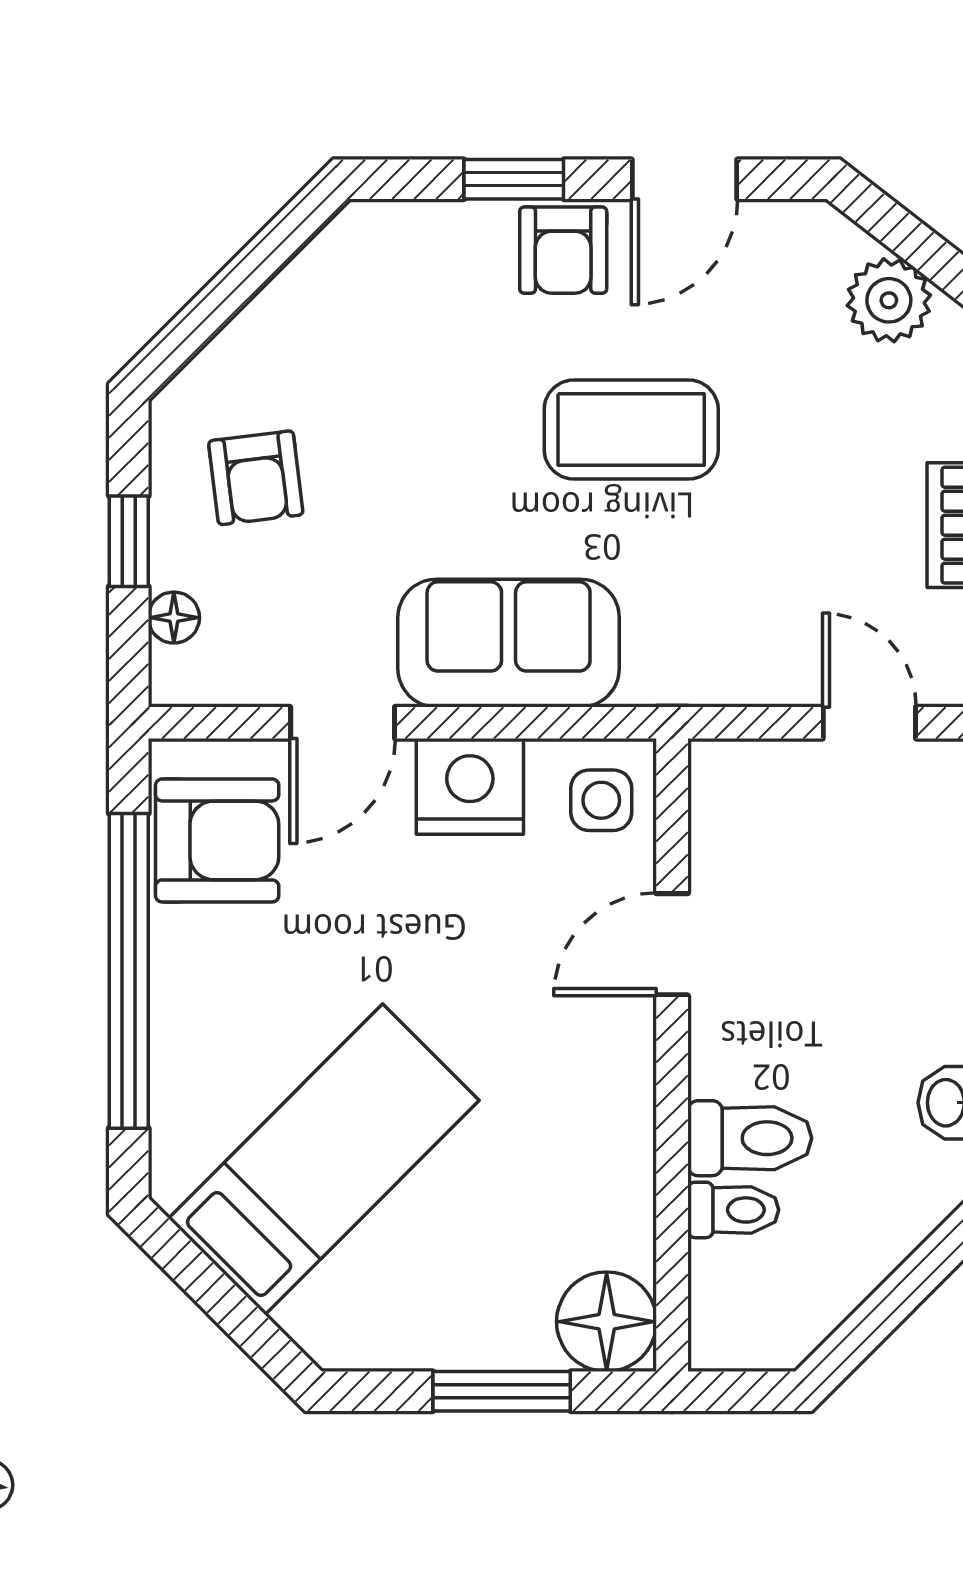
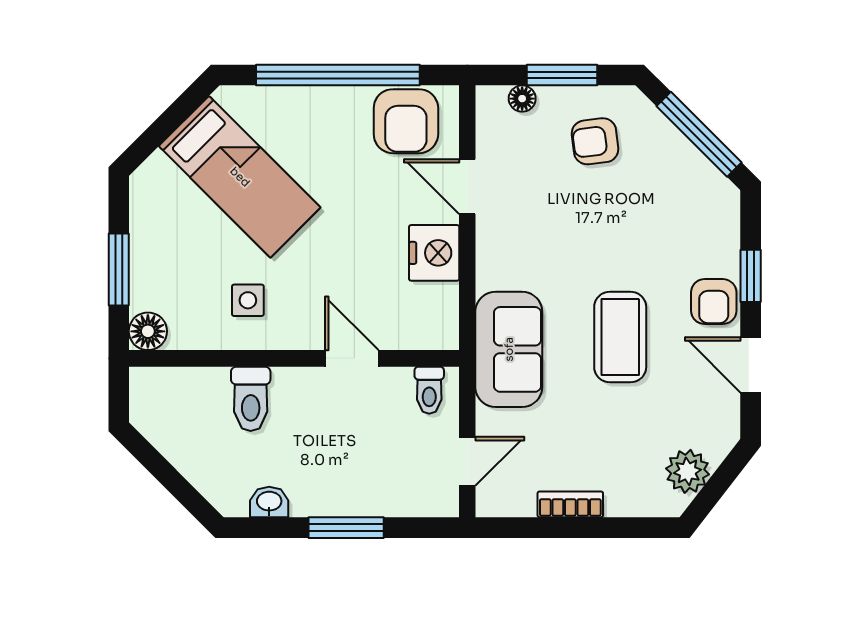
armchair: (563, 250) -> (714, 302), turned -90
window: (242, 278) -> (699, 134), added
window: (129, 541) -> (562, 75), width x1.50
sofa: (509, 643) -> (509, 349), moved
side table: (601, 800) -> (248, 300), moved
toilet: (733, 1210) -> (429, 390), moved
floor lamp: (607, 1322) -> (148, 331), width x0.73, depth x0.73

